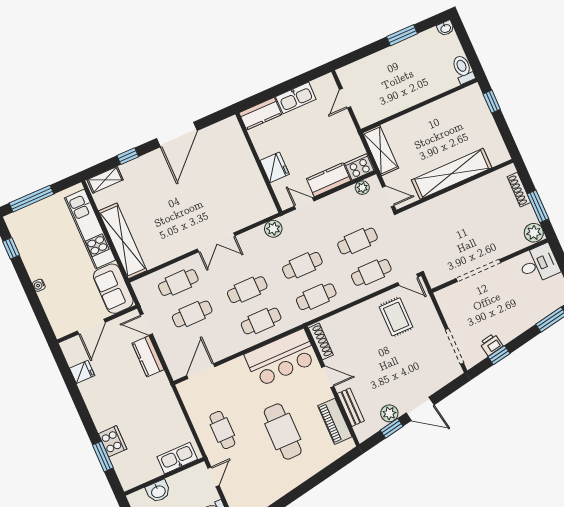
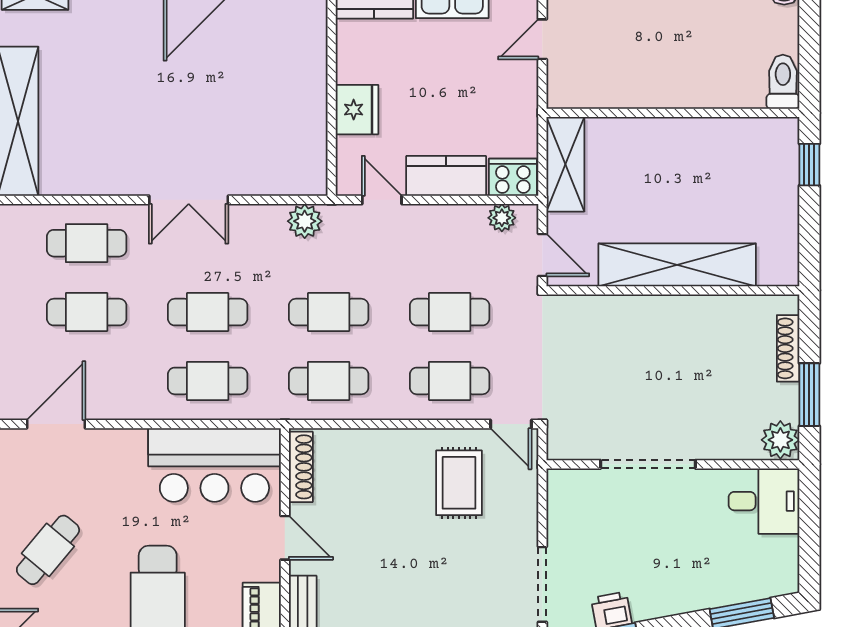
cafe table: (222, 430) -> (48, 550), turned 40

